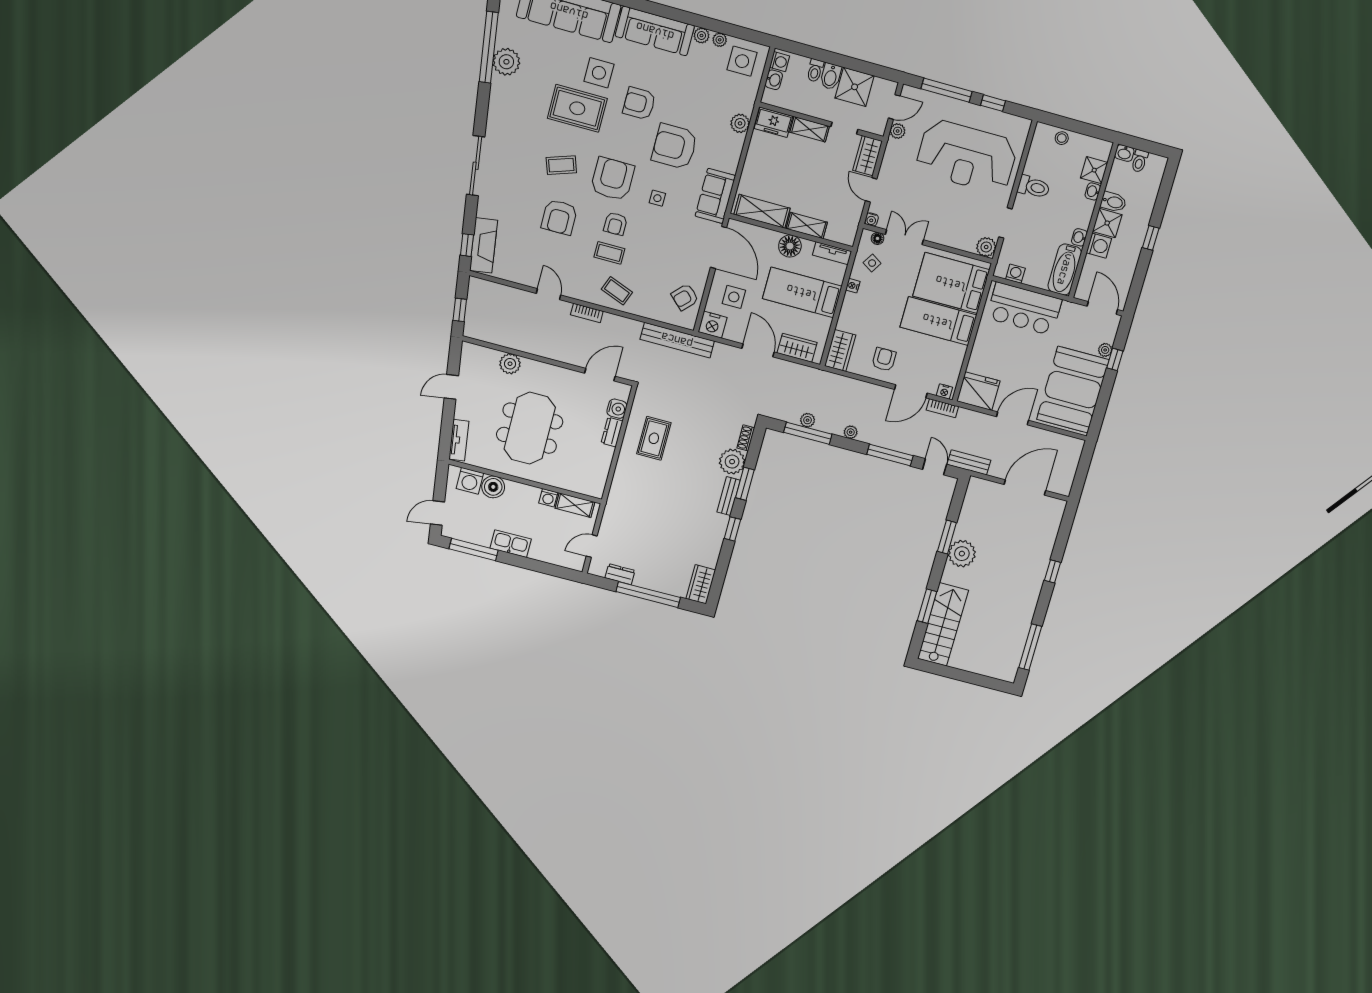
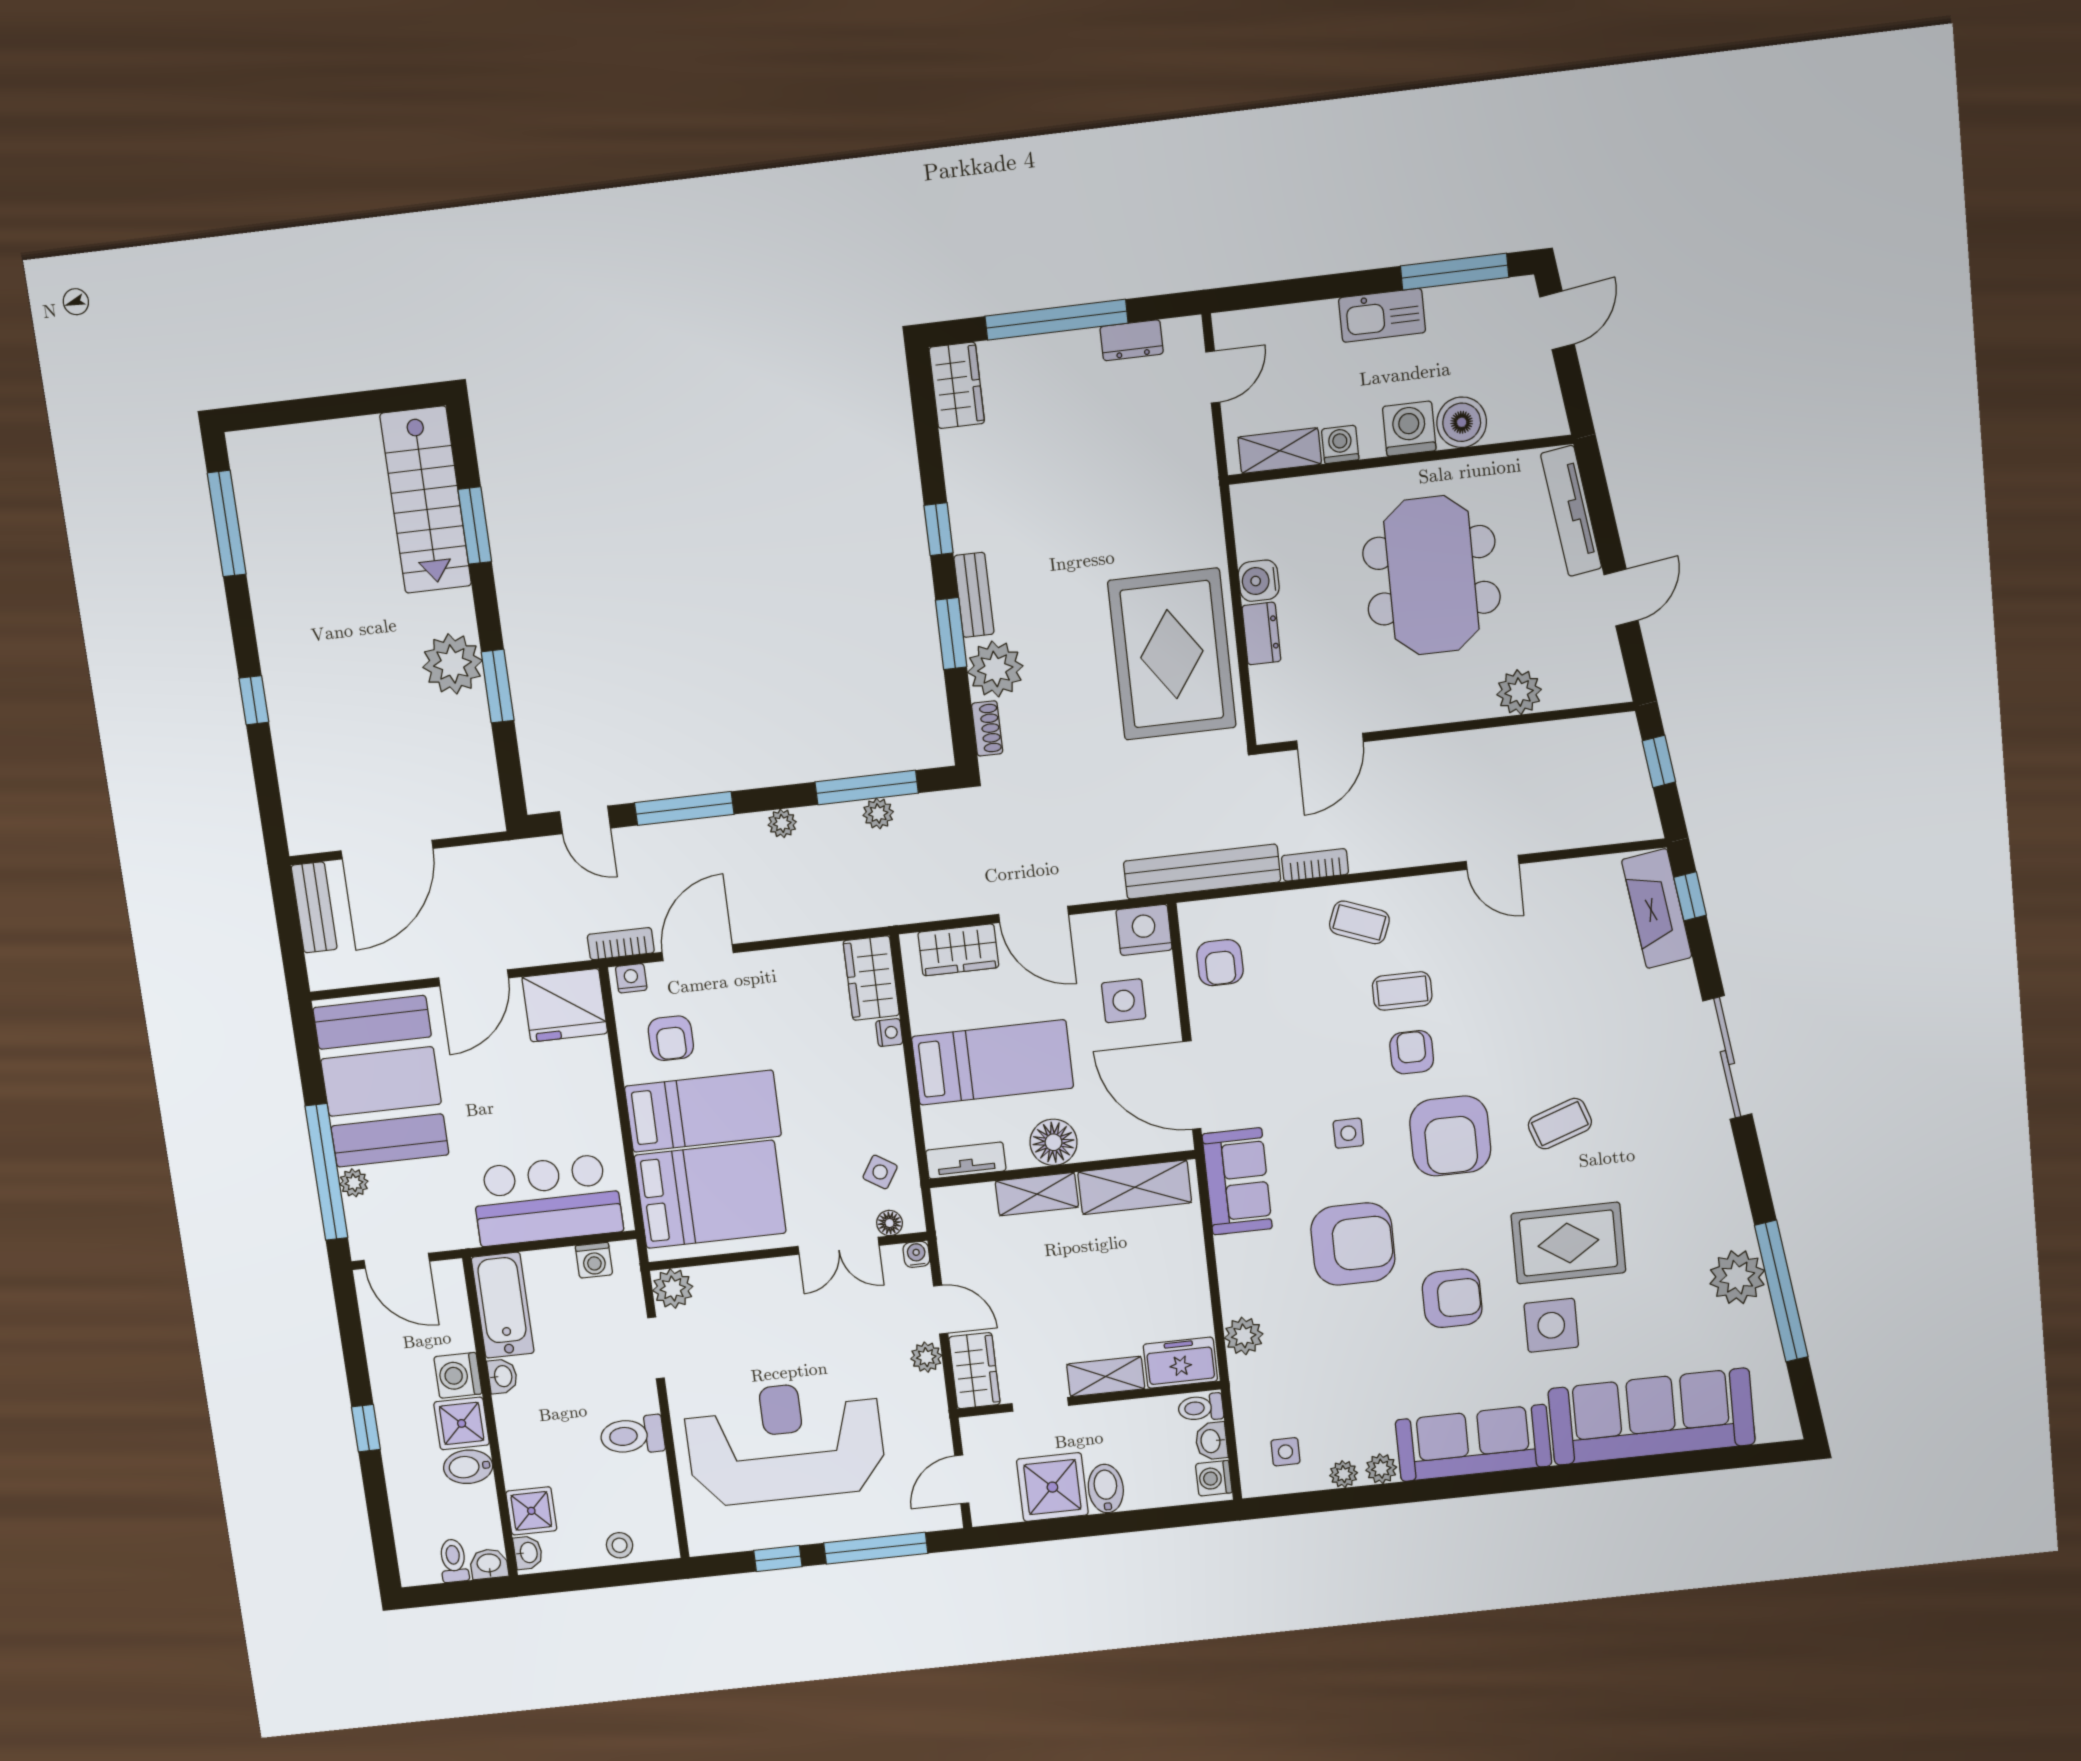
side table: (742, 61) -> (1285, 1452), width x0.54, depth x0.54
toilet: (815, 70) -> (1201, 1408), moved, turned -90
plant: (898, 131) -> (926, 1357), moved
washbasin: (1093, 191) -> (528, 1553), moved
armchair: (559, 217) -> (1527, 1022), removed
nightstand: (853, 286) -> (889, 1033), moved
armchair: (685, 297) -> (1220, 963), turned 136
bookcase: (587, 313) -> (1315, 865), moved
armchair: (884, 359) -> (671, 1038), moved
window: (1115, 359) -> (326, 1172), width x3.17
water cooler: (617, 409) -> (1259, 581), moved
rug: (654, 438) -> (1172, 654), width x1.86, depth x2.06
tv unit: (459, 440) -> (1571, 511), width x1.41
bench: (969, 462) -> (314, 907), moved, turned 90
washing machine: (470, 481) -> (1409, 429), moved

